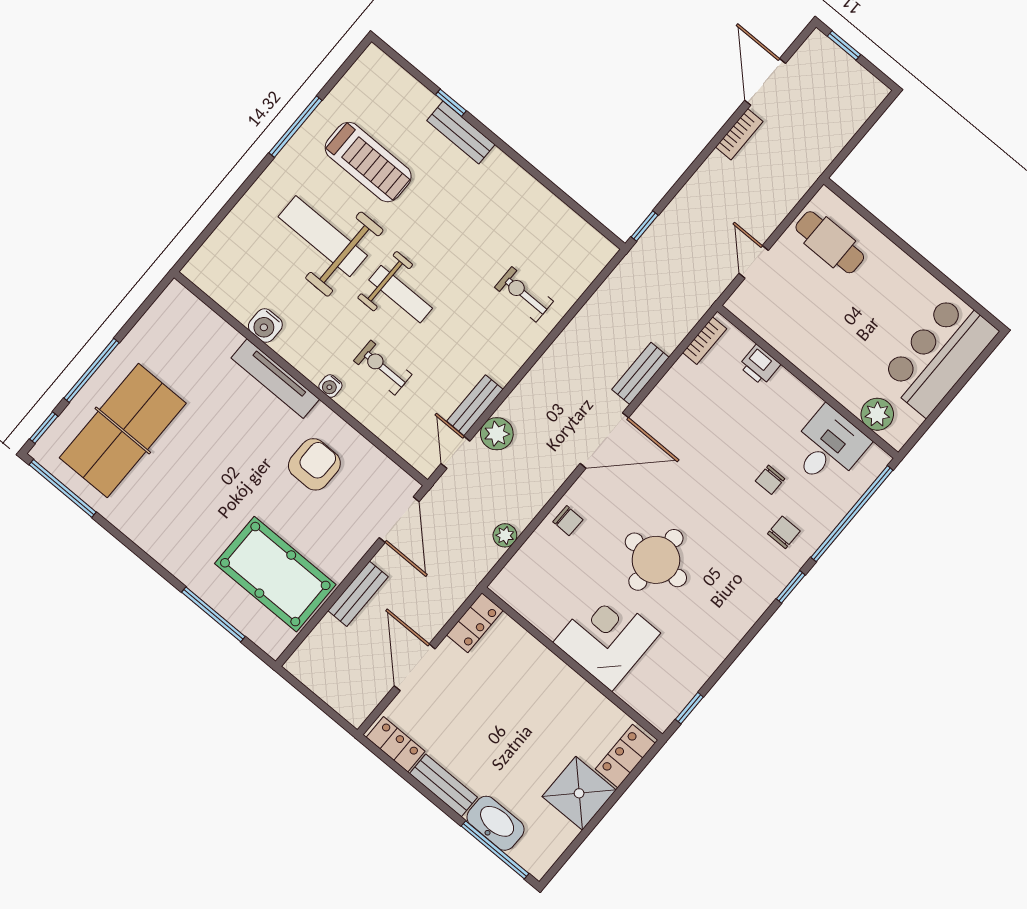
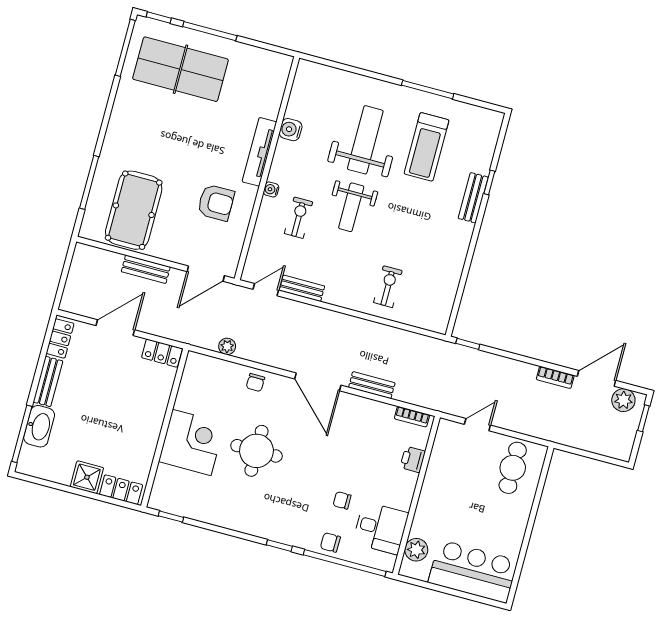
plant: (497, 434) -> (623, 400), moved
chair: (784, 532) -> (330, 542), moved, turned 180
shower: (579, 793) -> (87, 477), width x0.73, depth x0.73

